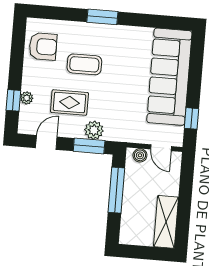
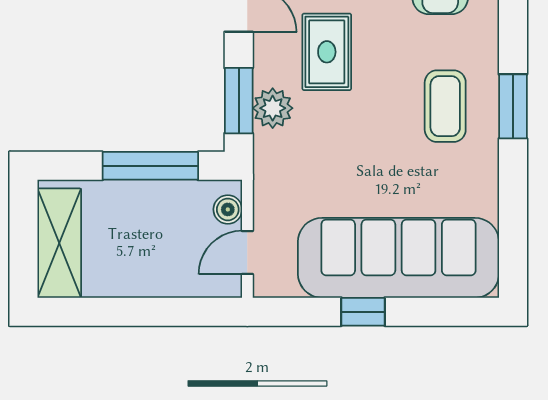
coffee table: (84, 64) -> (445, 106), moved
window: (191, 118) -> (363, 312), moved
shelving: (166, 222) -> (59, 243), moved, turned 90

